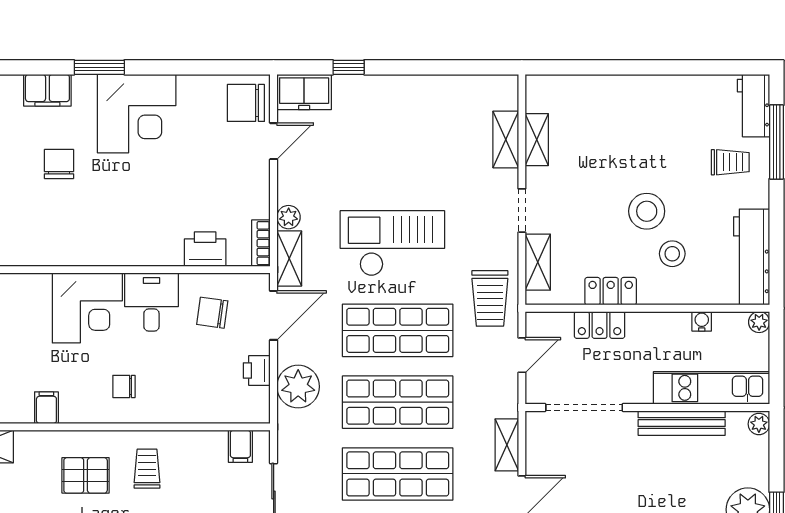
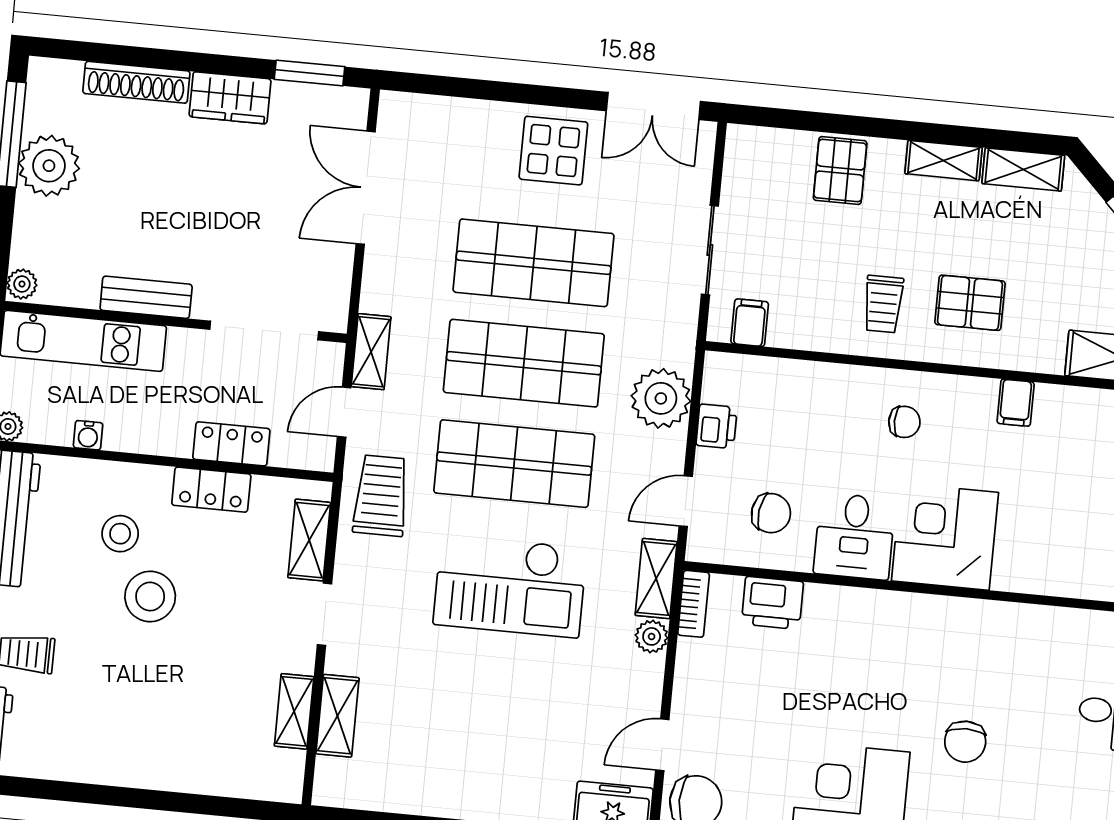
door: (274, 315) -> (686, 501), width x0.73
bench: (682, 423) -> (146, 297), width x0.73
shelving: (507, 445) -> (371, 352), moved

